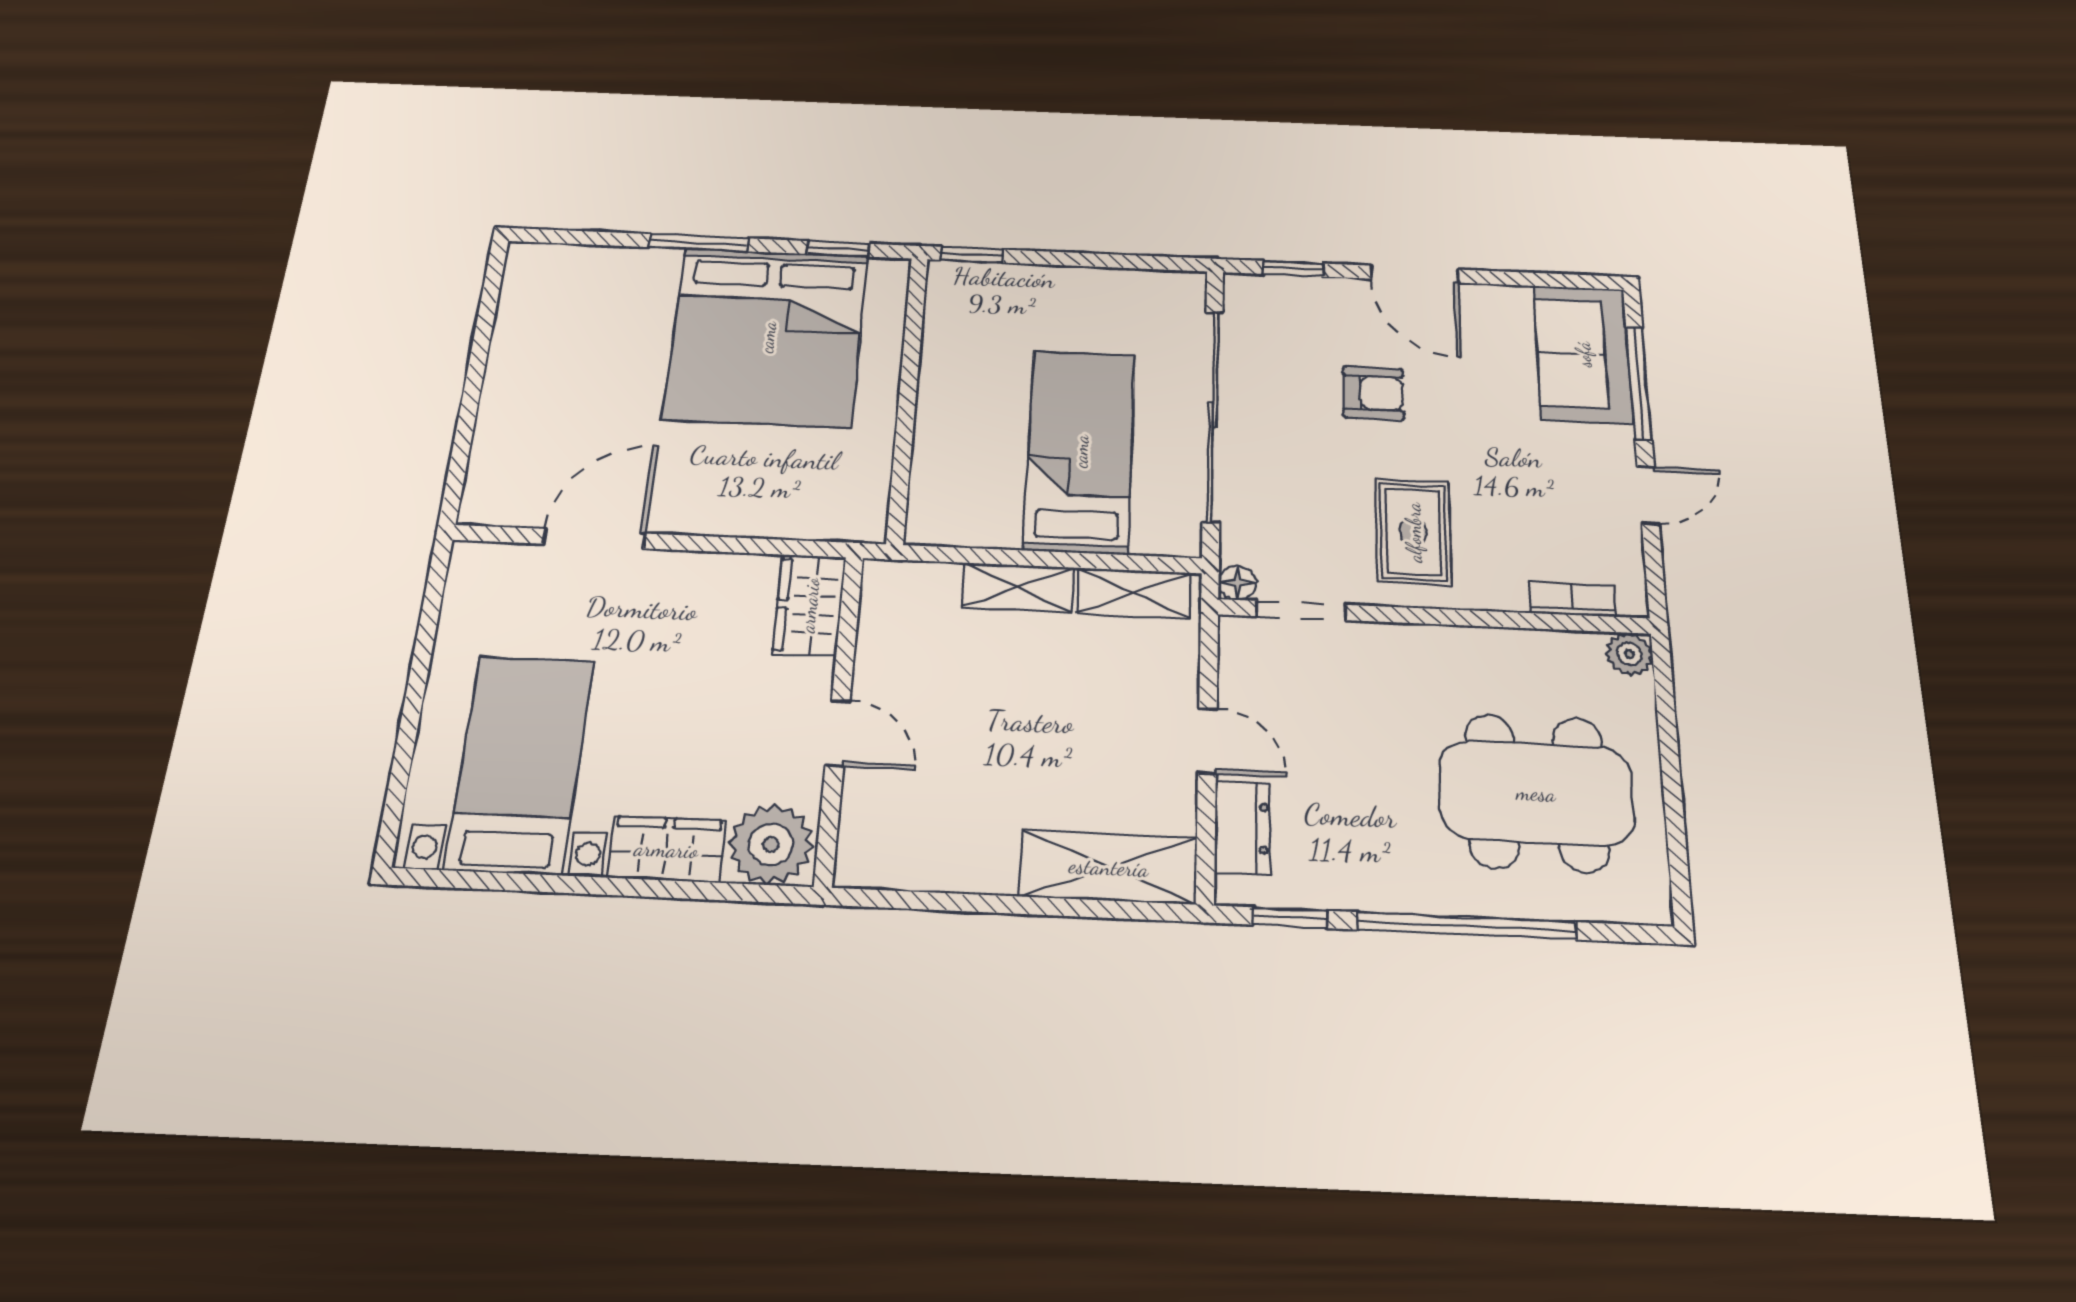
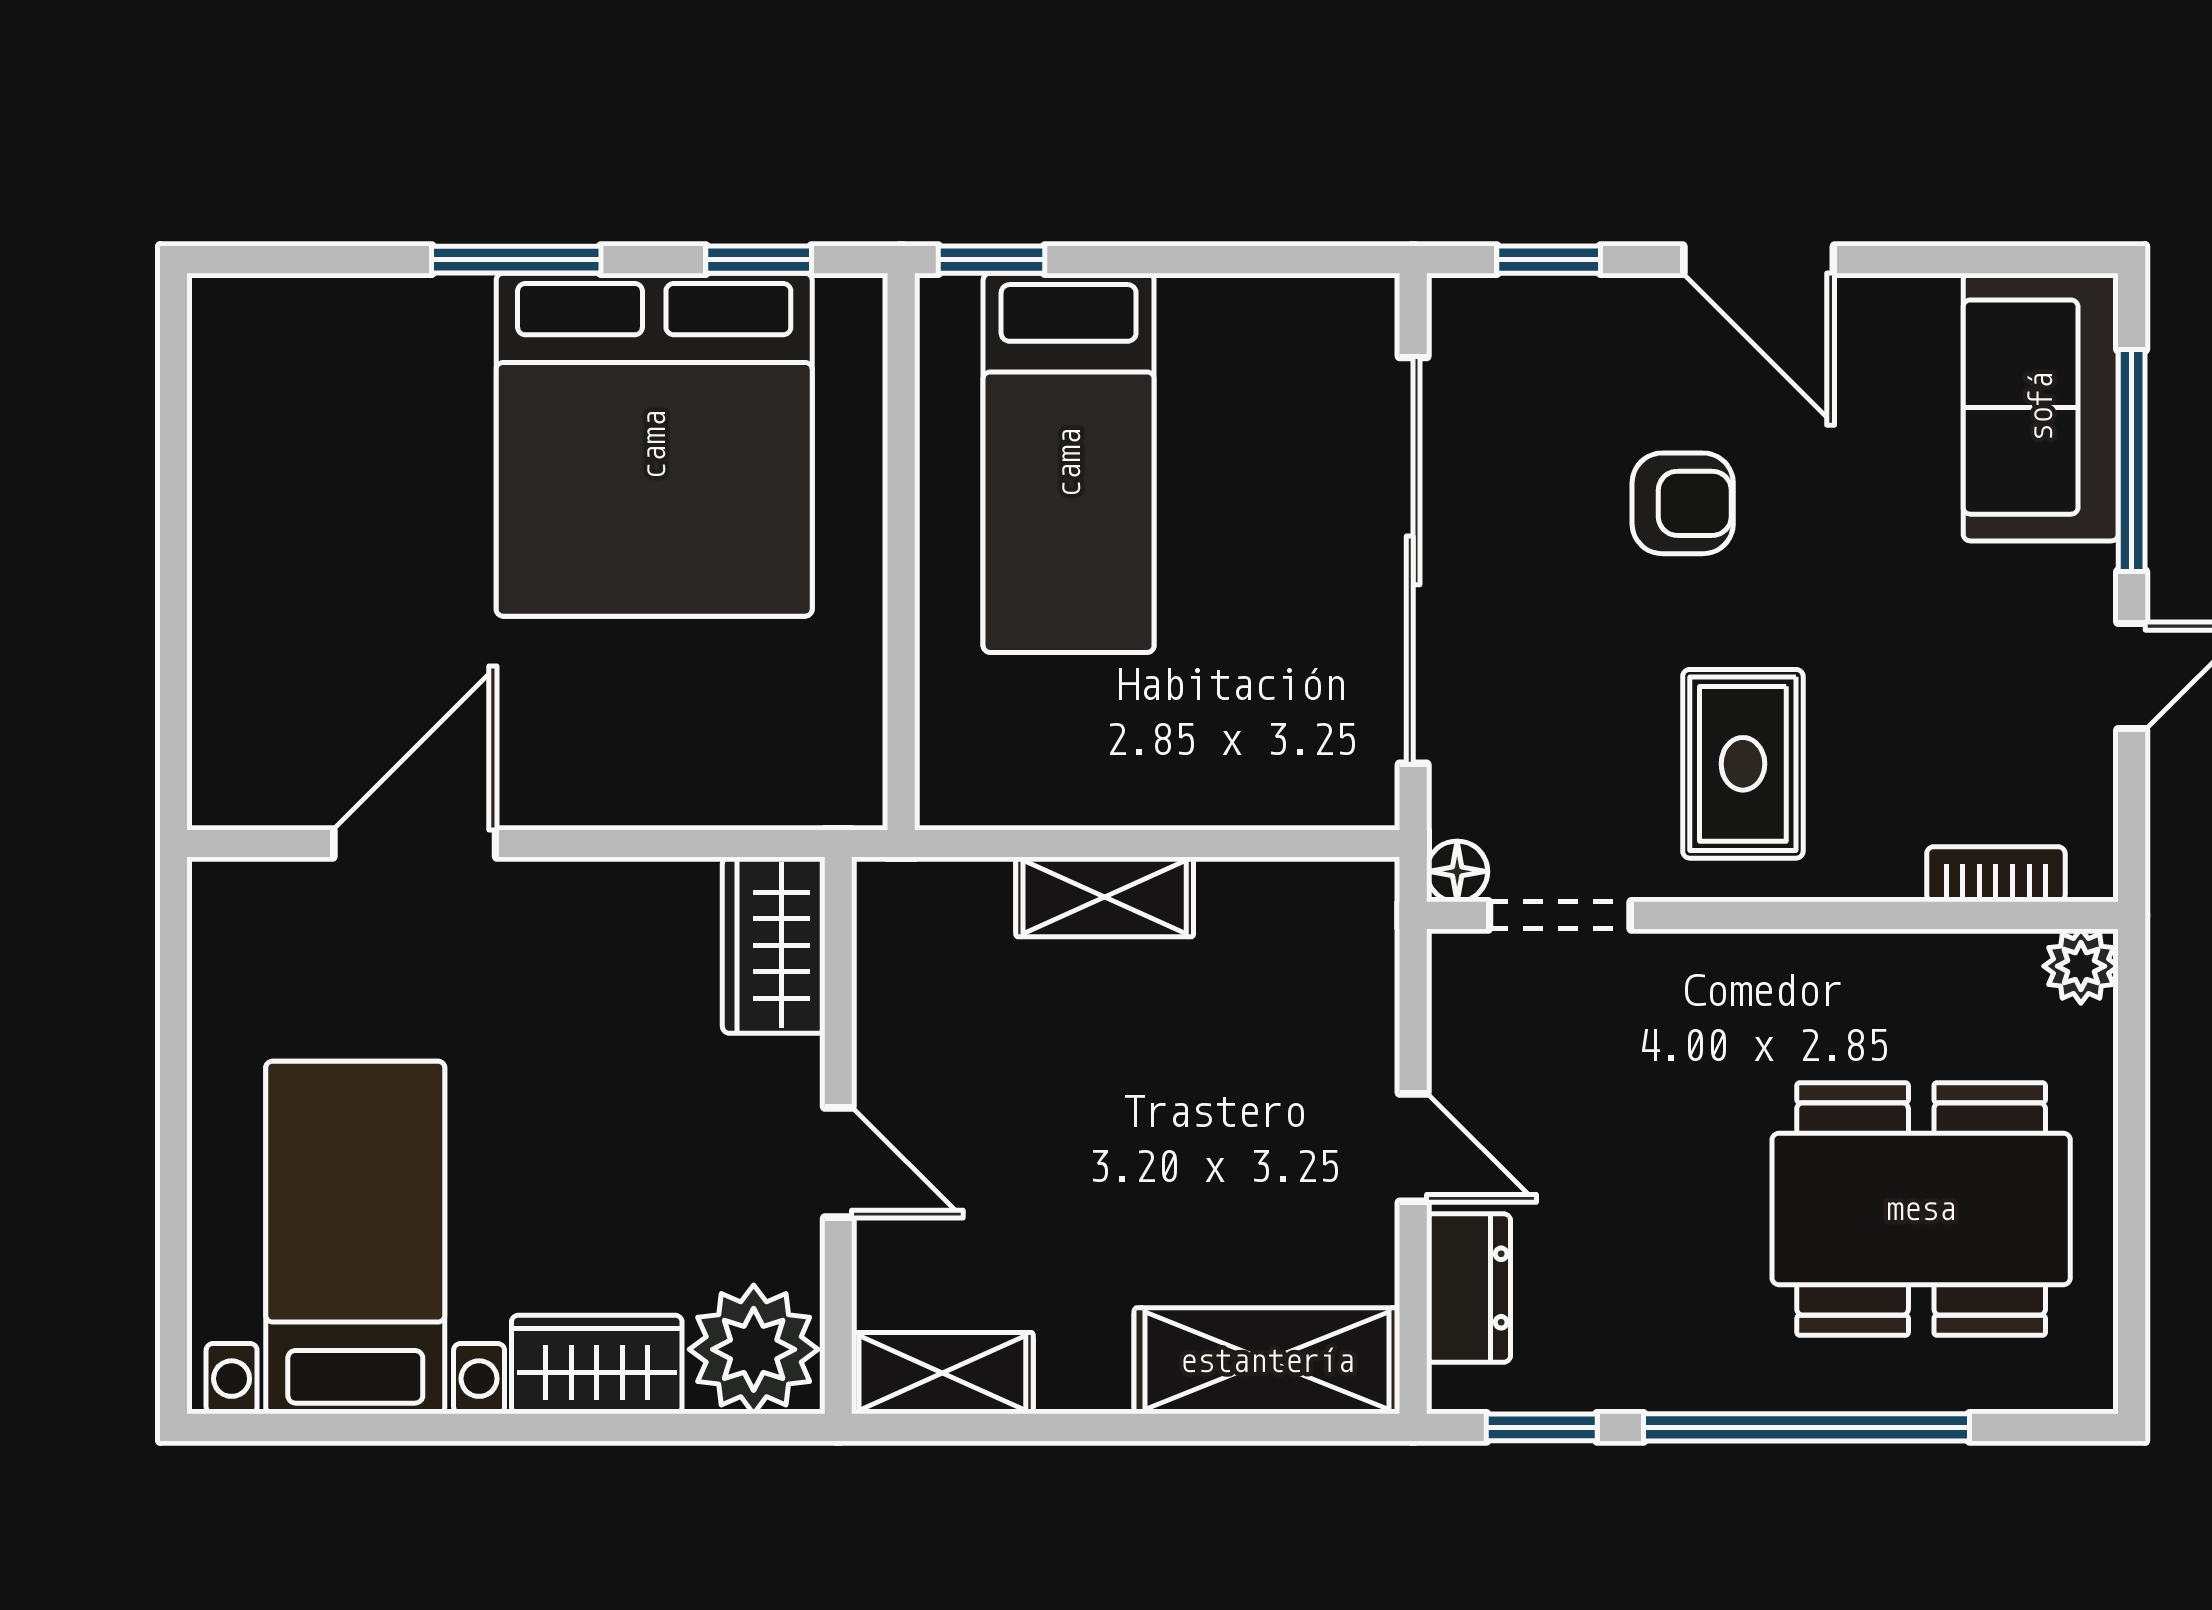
bed: (1080, 451) -> (1069, 463), moved, turned 180
shelving: (1134, 593) -> (942, 1373), moved

